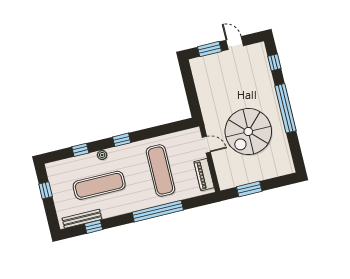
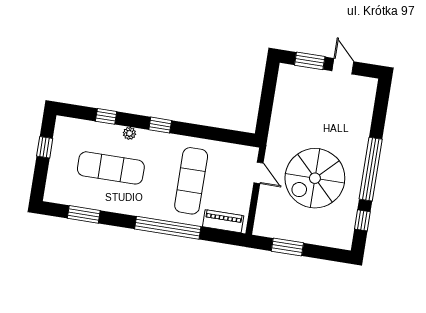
window: (274, 62) -> (362, 220), moved
piano: (204, 175) -> (223, 221), moved, turned 90
bench: (82, 219) -> (74, 199), removed
window: (94, 227) -> (84, 214), width x1.50

